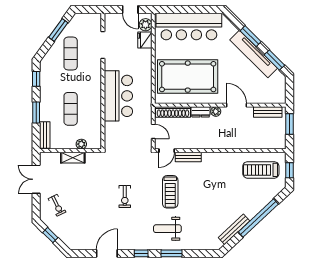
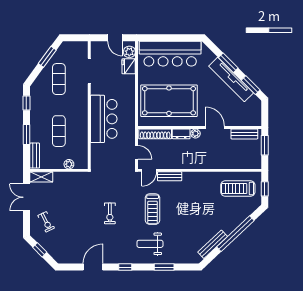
shelving: (73, 158) -> (41, 177), moved
window: (171, 253) -> (164, 267), moved

